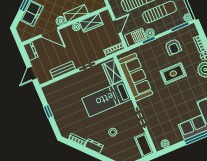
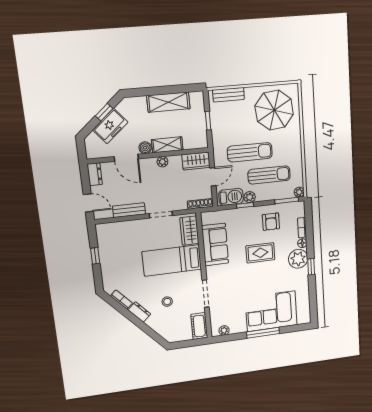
wardrobe: (91, 23) -> (196, 161), moved
door: (32, 73) -> (88, 203), swing flipped
sofa: (135, 77) -> (215, 244), width x0.73

